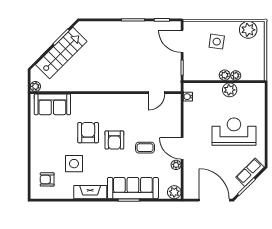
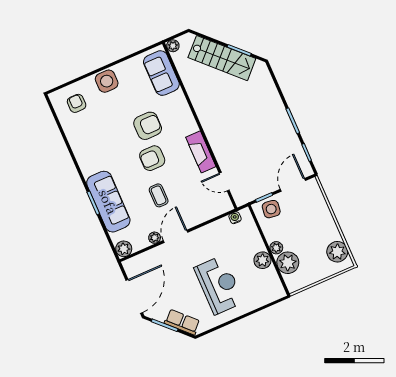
side table: (217, 42) -> (271, 209), moved
plant: (236, 76) -> (288, 263), width x1.87, depth x1.87
side table: (74, 164) -> (107, 81), moved
fireplace: (90, 192) -> (201, 152), moved, turned 180

